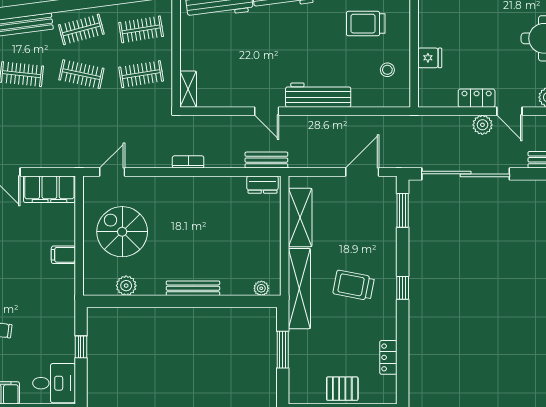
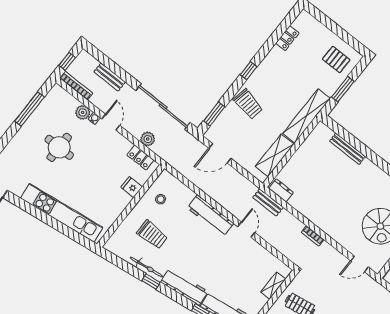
shelving: (188, 89) -> (273, 286), moved
locker: (477, 98) -> (140, 157), moved
water cooler: (531, 101) -> (94, 118), added
plant: (482, 125) -> (148, 139), moved
trolley: (354, 285) -> (248, 104), moved
bench: (193, 288) -> (348, 149), moved
plant: (261, 288) -> (328, 133), removed
pallet: (342, 389) -> (336, 60), moved

